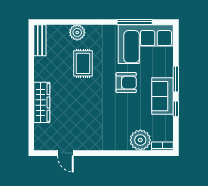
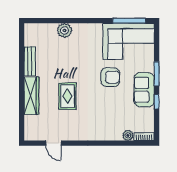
window: (135, 22) -> (129, 21), moved
bench: (40, 40) -> (30, 61), moved
rug: (83, 63) -> (67, 96), moved
plant: (140, 140) -> (128, 135), width x0.53, depth x0.53

